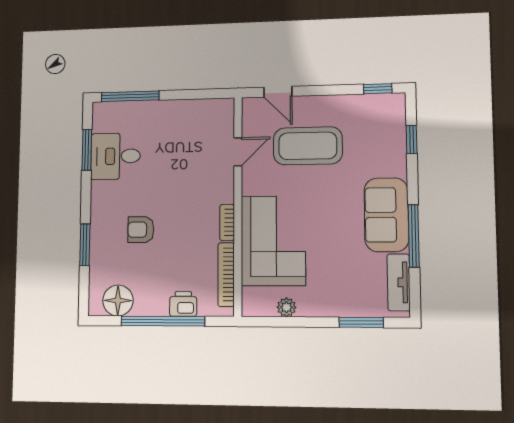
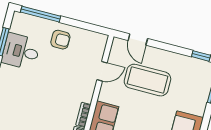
armchair: (141, 230) -> (60, 40), moved, turned 180

